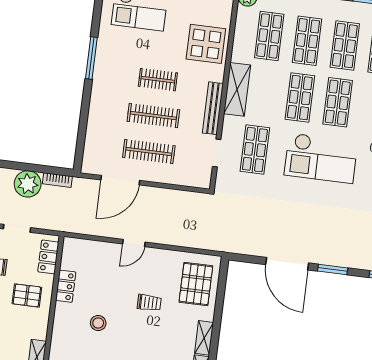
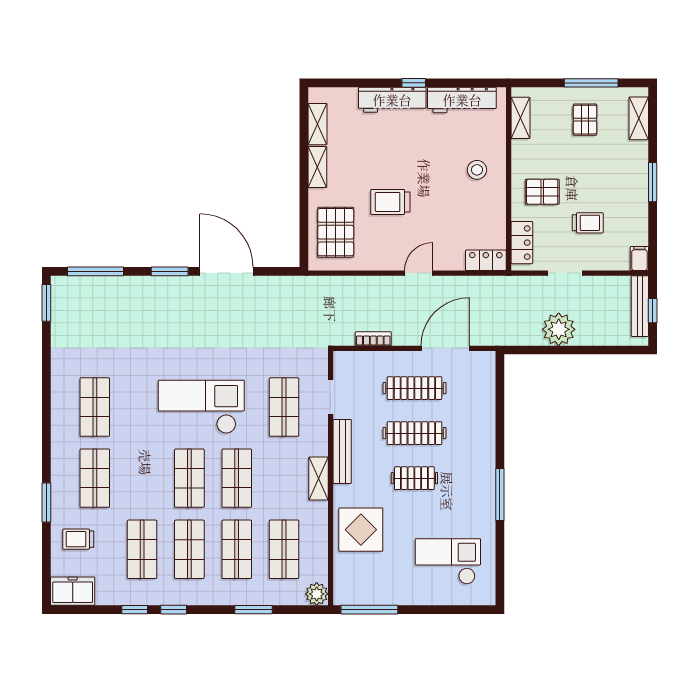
shelving: (237, 89) -> (318, 479), width x0.67, depth x0.75
bookcase: (57, 180) -> (373, 339), moved
locker: (66, 286) -> (486, 260), moved, turned 90
trolley: (149, 303) -> (390, 202), width x1.36, depth x1.39
stool: (98, 323) -> (477, 170), moved

